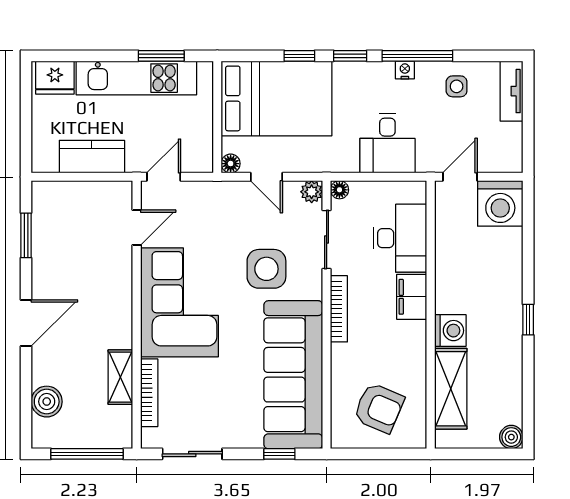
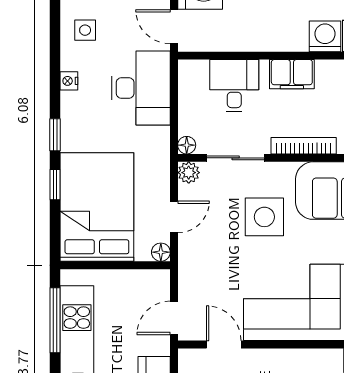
window: (161, 56) -> (55, 320), width x1.44
window: (417, 56) -> (55, 69), removed
desk: (387, 143) -> (141, 88), width x1.37
door: (164, 177) -> (174, 318), hinge flipped
desk: (400, 238) -> (234, 86), width x0.73

